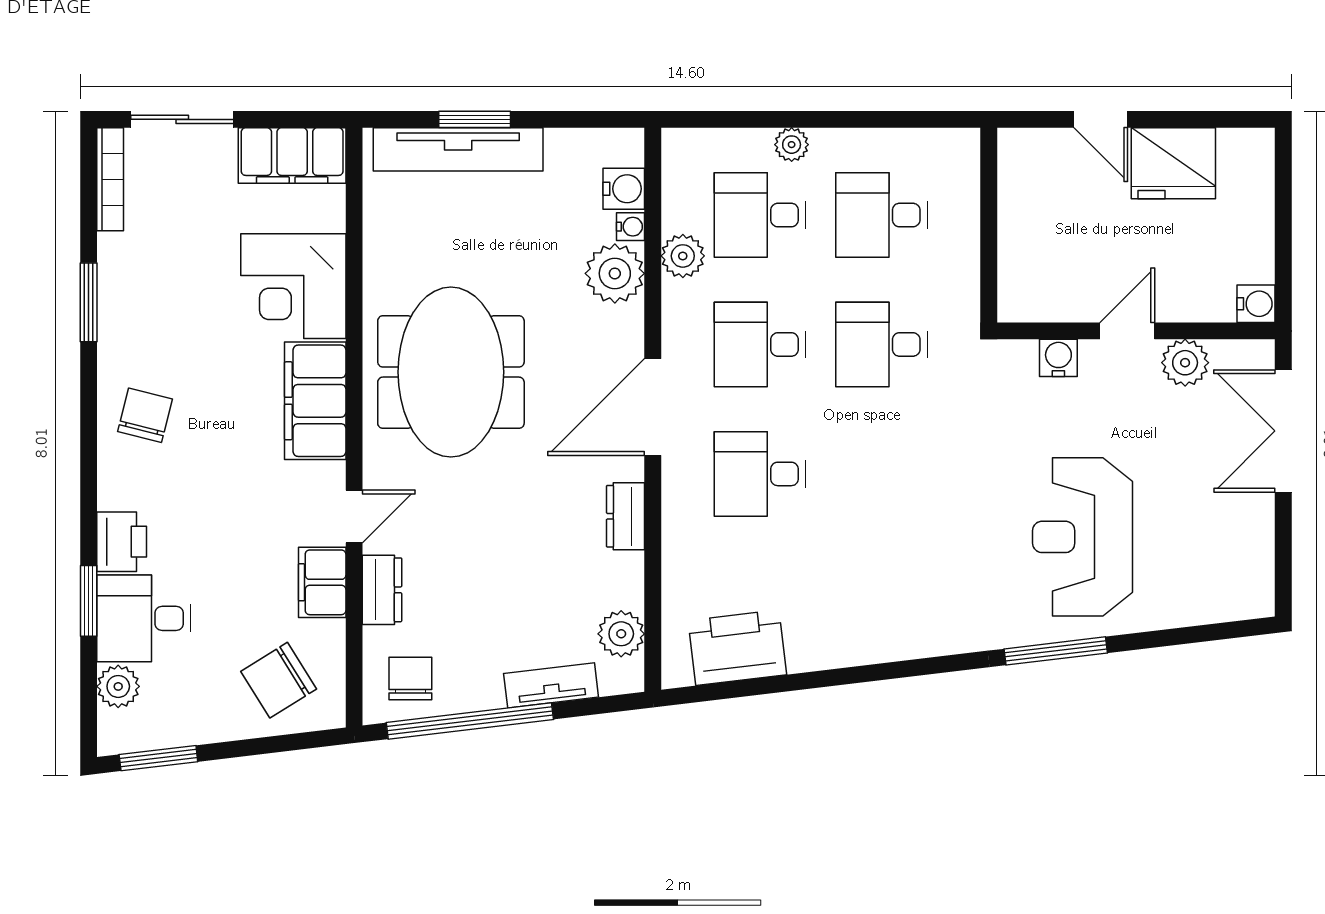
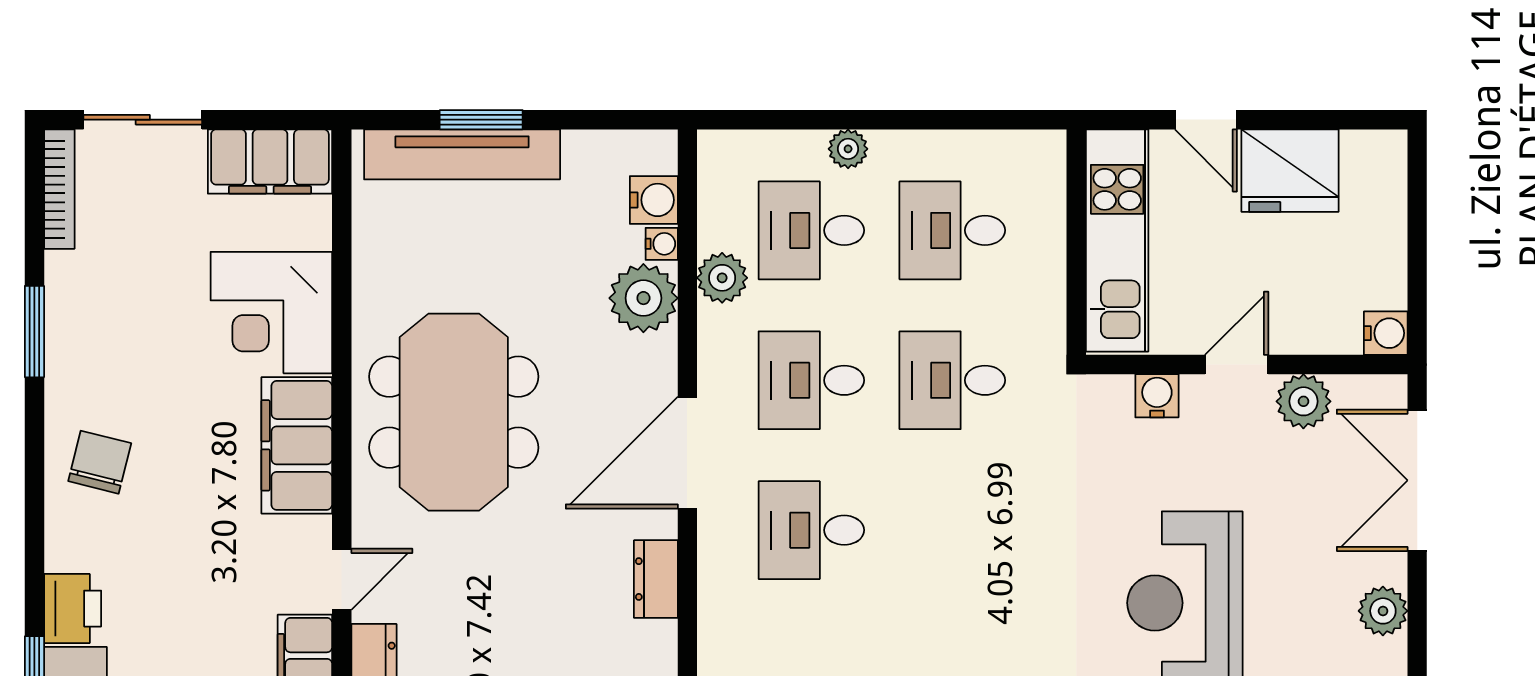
kitchen unit: (1024, 224) -> (1117, 240), added
plant: (1254, 544) -> (1383, 611), added

